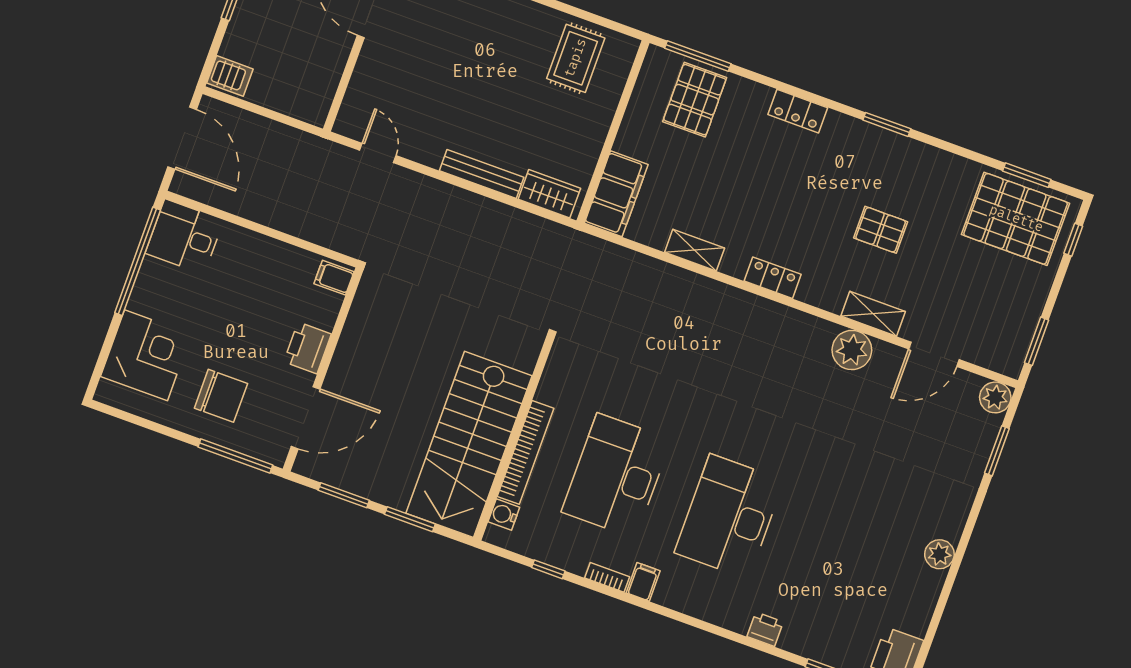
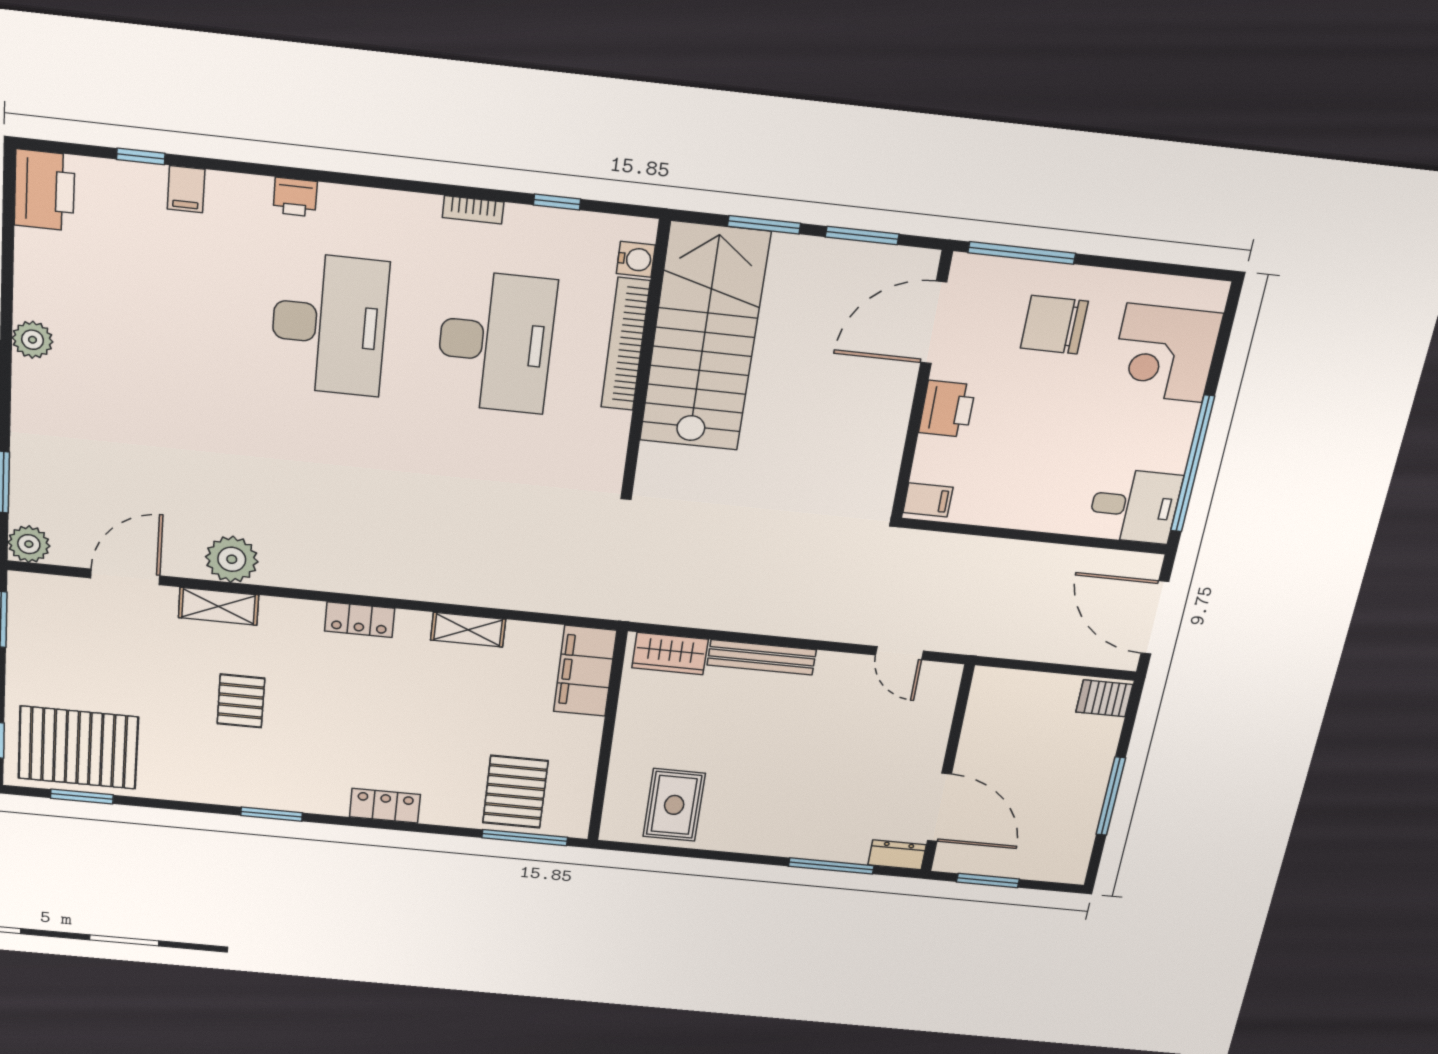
pallet: (881, 230) -> (241, 701), turned 90
filing cabinet: (643, 582) -> (186, 189), moved
printer: (765, 629) -> (295, 197), moved

